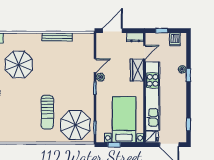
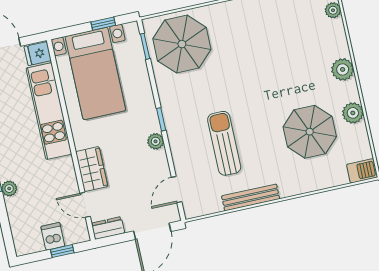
dishwasher: (175, 39) -> (53, 236), moved
door: (144, 52) -> (85, 205), hinge flipped
door: (95, 66) -> (177, 190), moved
kitchen unit: (153, 96) -> (49, 111), width x0.73
sun lounger: (47, 112) -> (224, 143), moved

